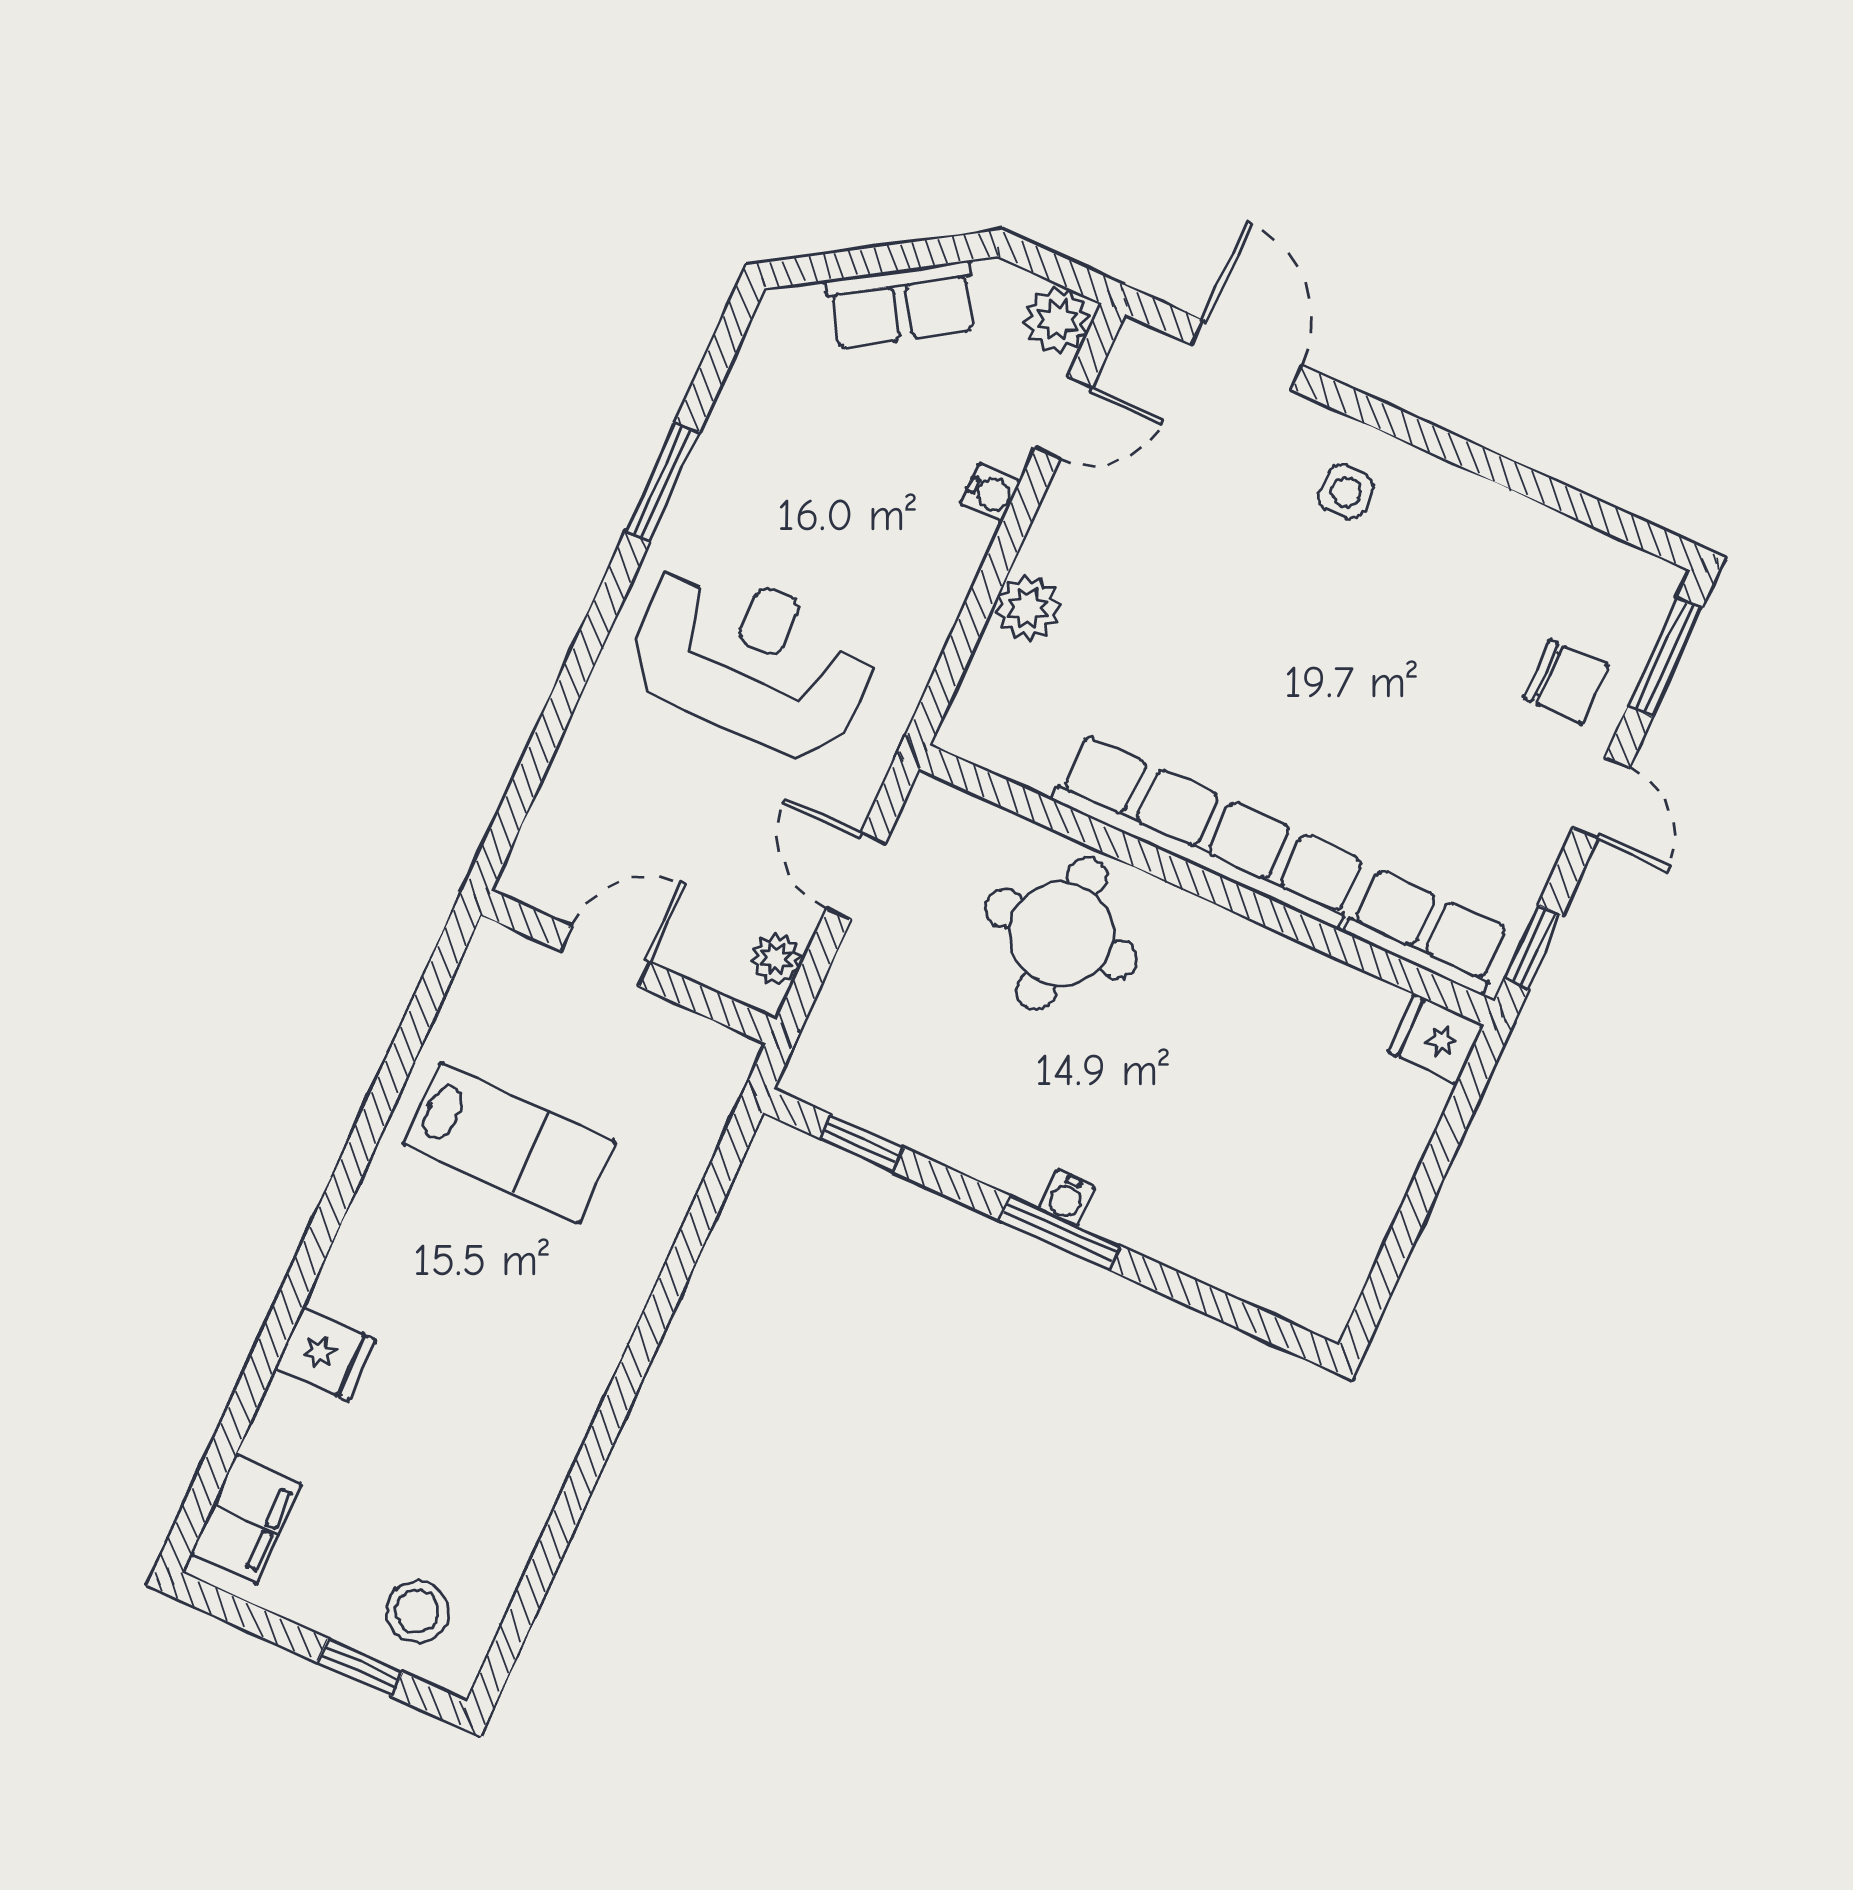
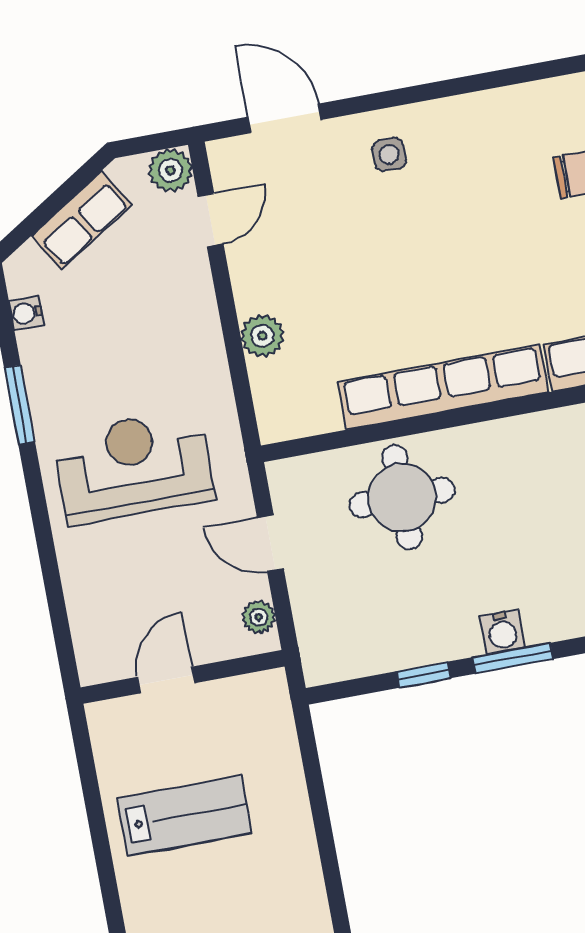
water cooler: (990, 493) -> (26, 313), moved, turned 180
window: (862, 1143) -> (424, 675), moved
water cooler: (1066, 1198) -> (502, 632), width x1.38, depth x1.38

